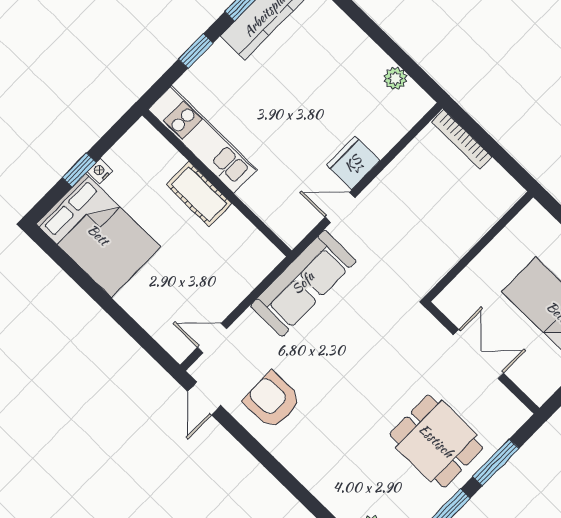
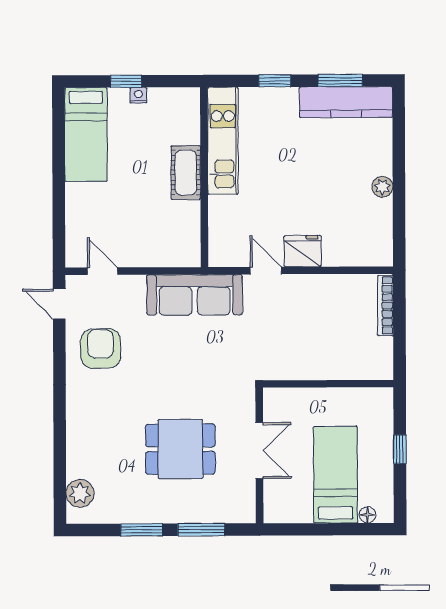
plant: (395, 78) -> (382, 187), moved
bed: (98, 235) -> (86, 135), width x0.67
door: (204, 398) -> (59, 304), hinge flipped
dining table: (436, 441) -> (180, 449), moved, turned 90

